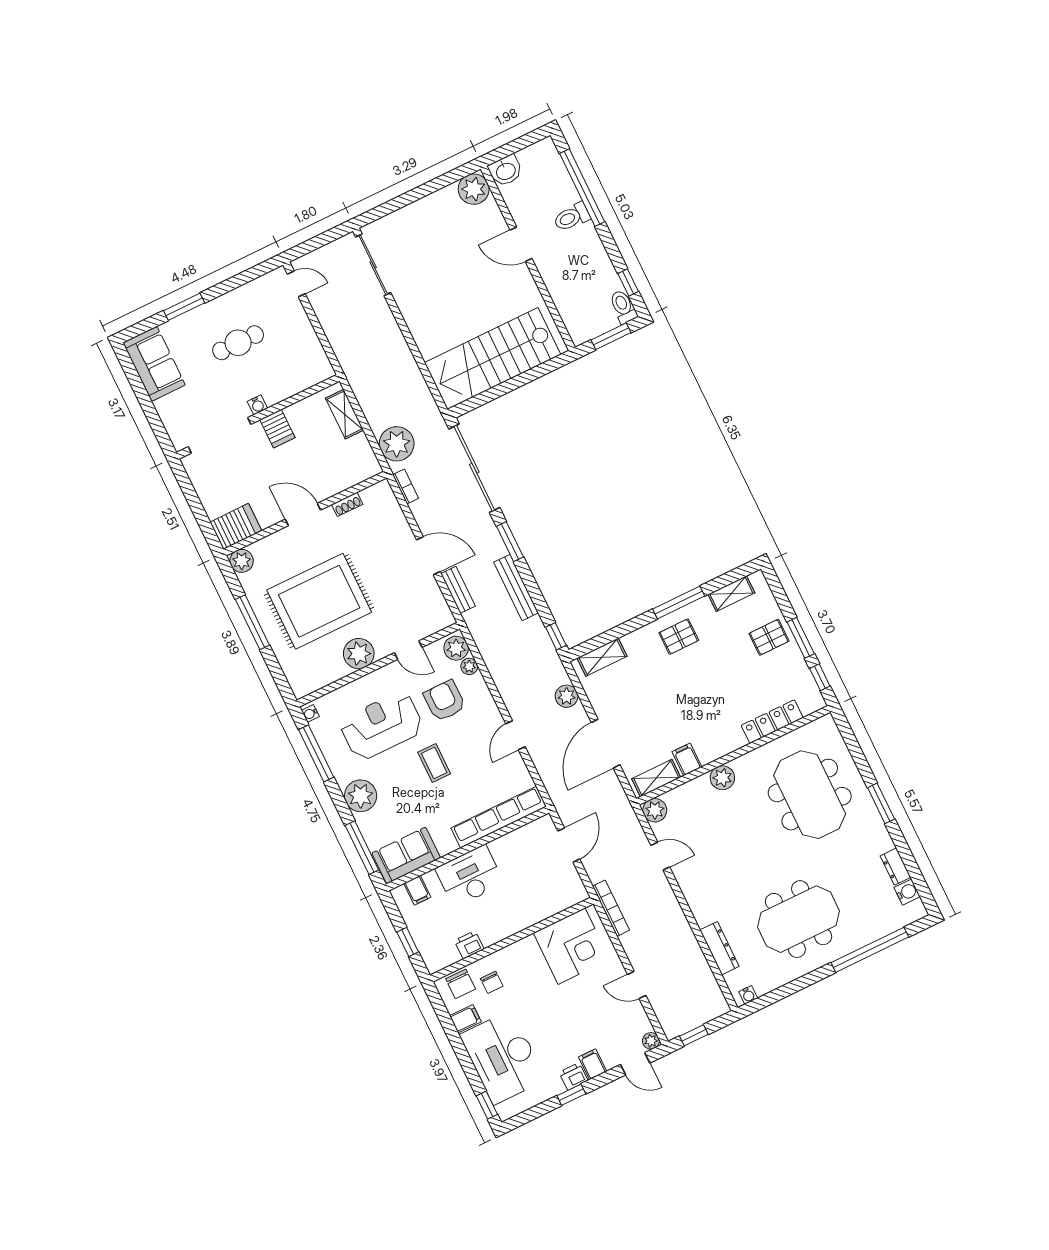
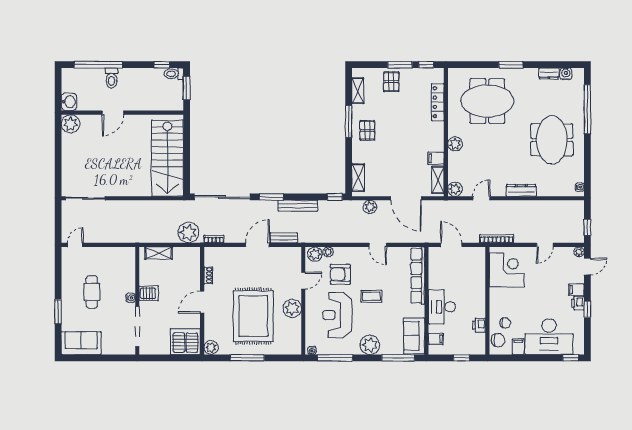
server rack: (236, 526) -> (185, 342), width x1.60
dresser: (719, 948) -> (521, 190), moved

